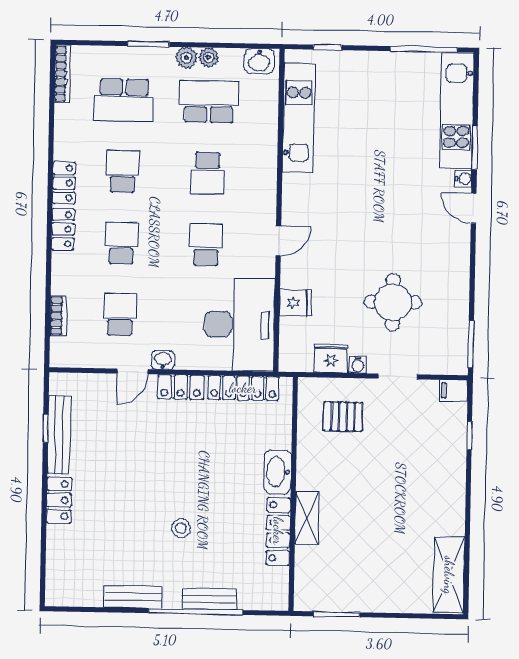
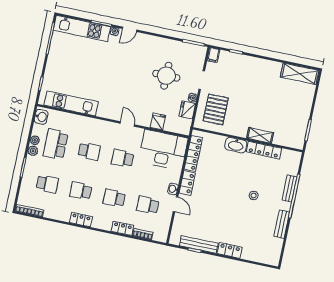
school desk: (124, 100) -> (47, 184), width x0.54
locker: (63, 229) -> (122, 228), moved
pallet: (343, 417) -> (216, 109), width x1.50, depth x1.42

